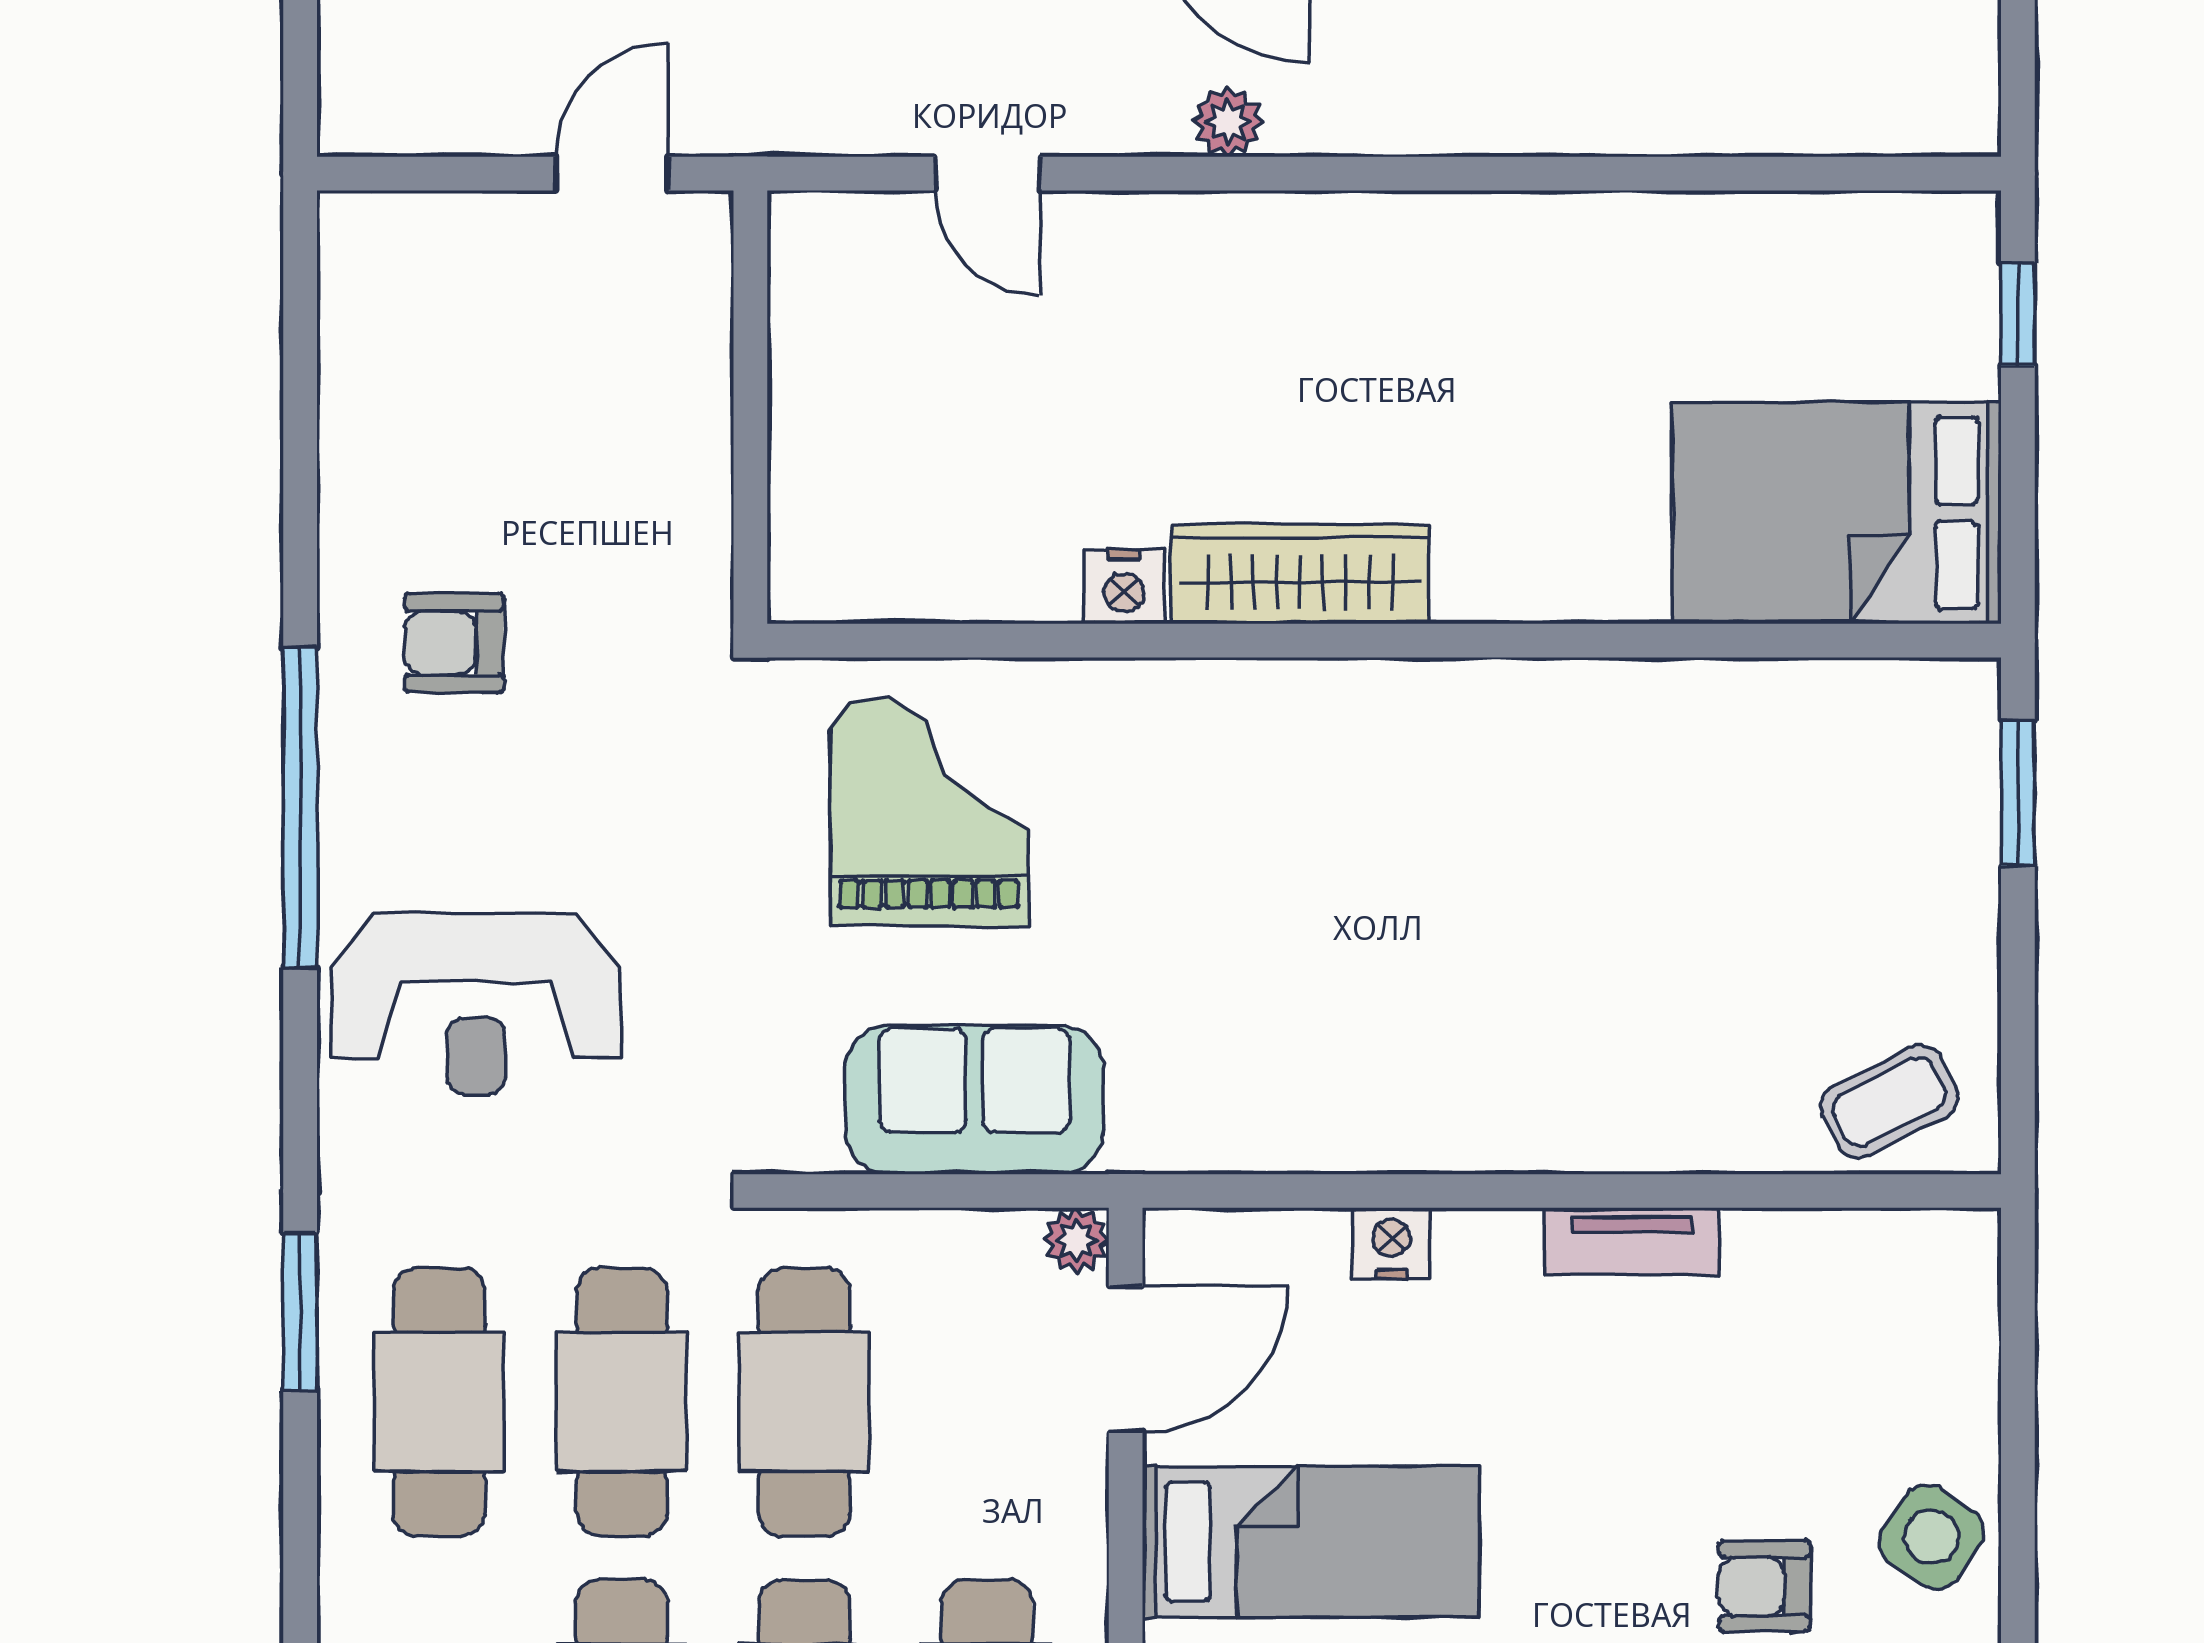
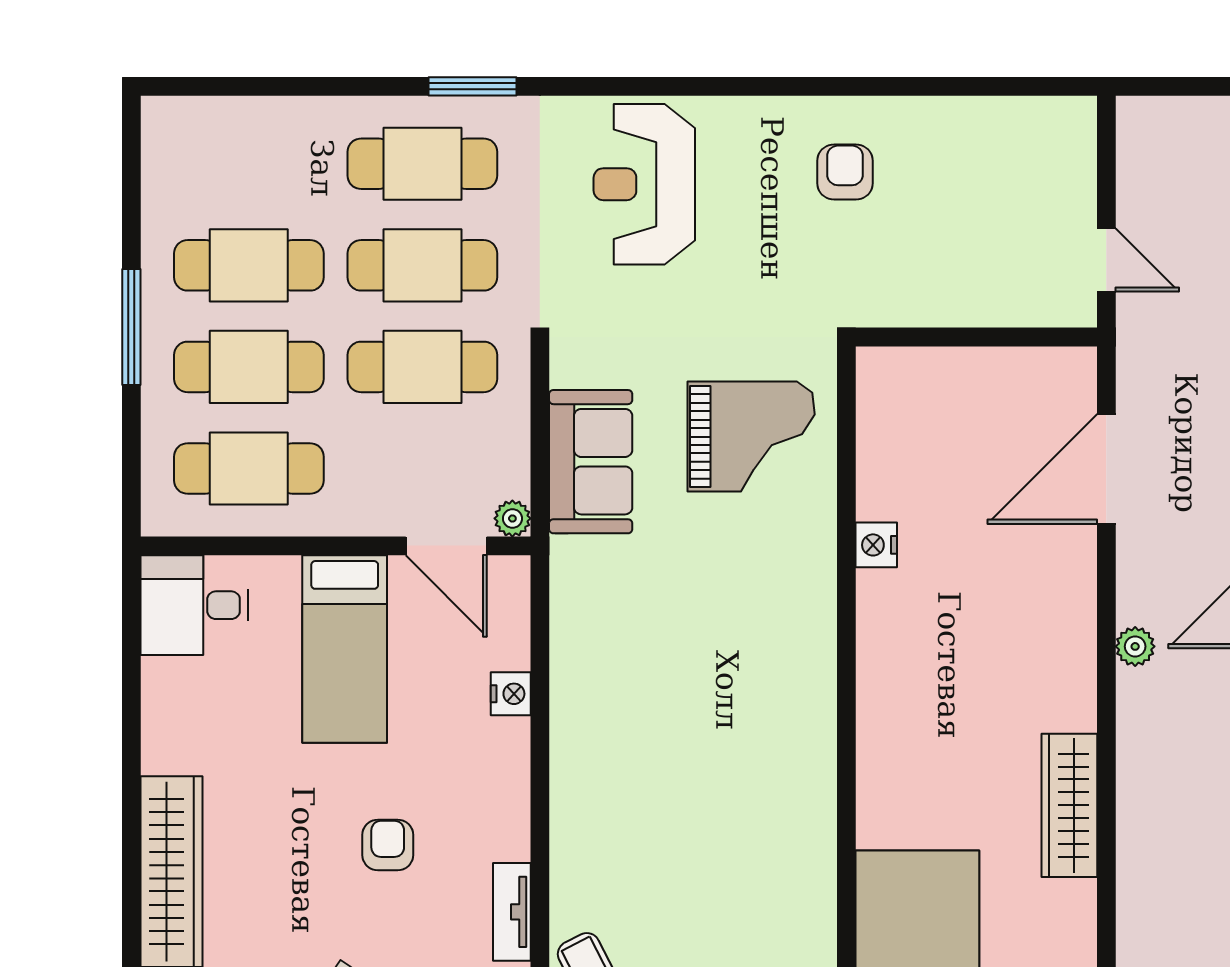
plant: (1228, 122) -> (1135, 646), moved
door: (987, 174) -> (1106, 469), width x1.88
wardrobe: (1300, 574) -> (1069, 805), moved, turned 180
window: (300, 807) -> (754, 86), removed
tv unit: (1632, 1241) -> (512, 912), moved
armchair: (1765, 1586) -> (388, 845), moved

